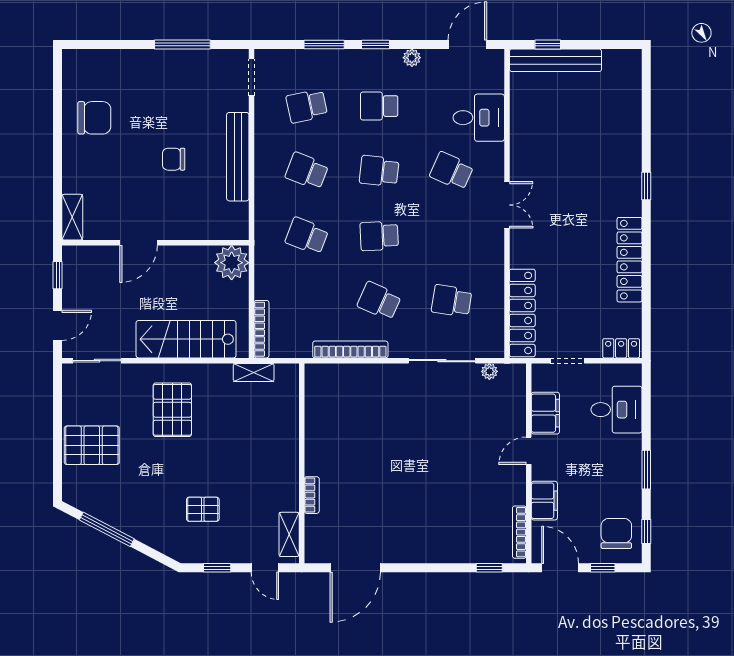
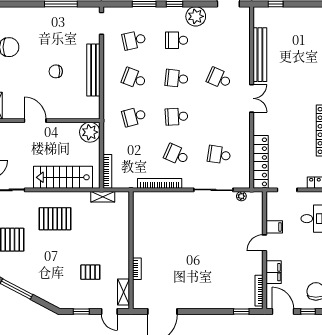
plant: (412, 58) -> (196, 16), width x1.88, depth x1.88
bench: (555, 60) -> (260, 55), moved, turned 90
desk: (479, 118) -> (235, 47), removed
school desk: (307, 236) -> (134, 117), turned -36
door: (139, 243) -> (35, 121), swing flipped
pallet: (172, 410) -> (55, 219), turned 90
filing cabinet: (545, 413) -> (274, 227), width x0.50
pallet: (203, 509) -> (90, 272), moved

